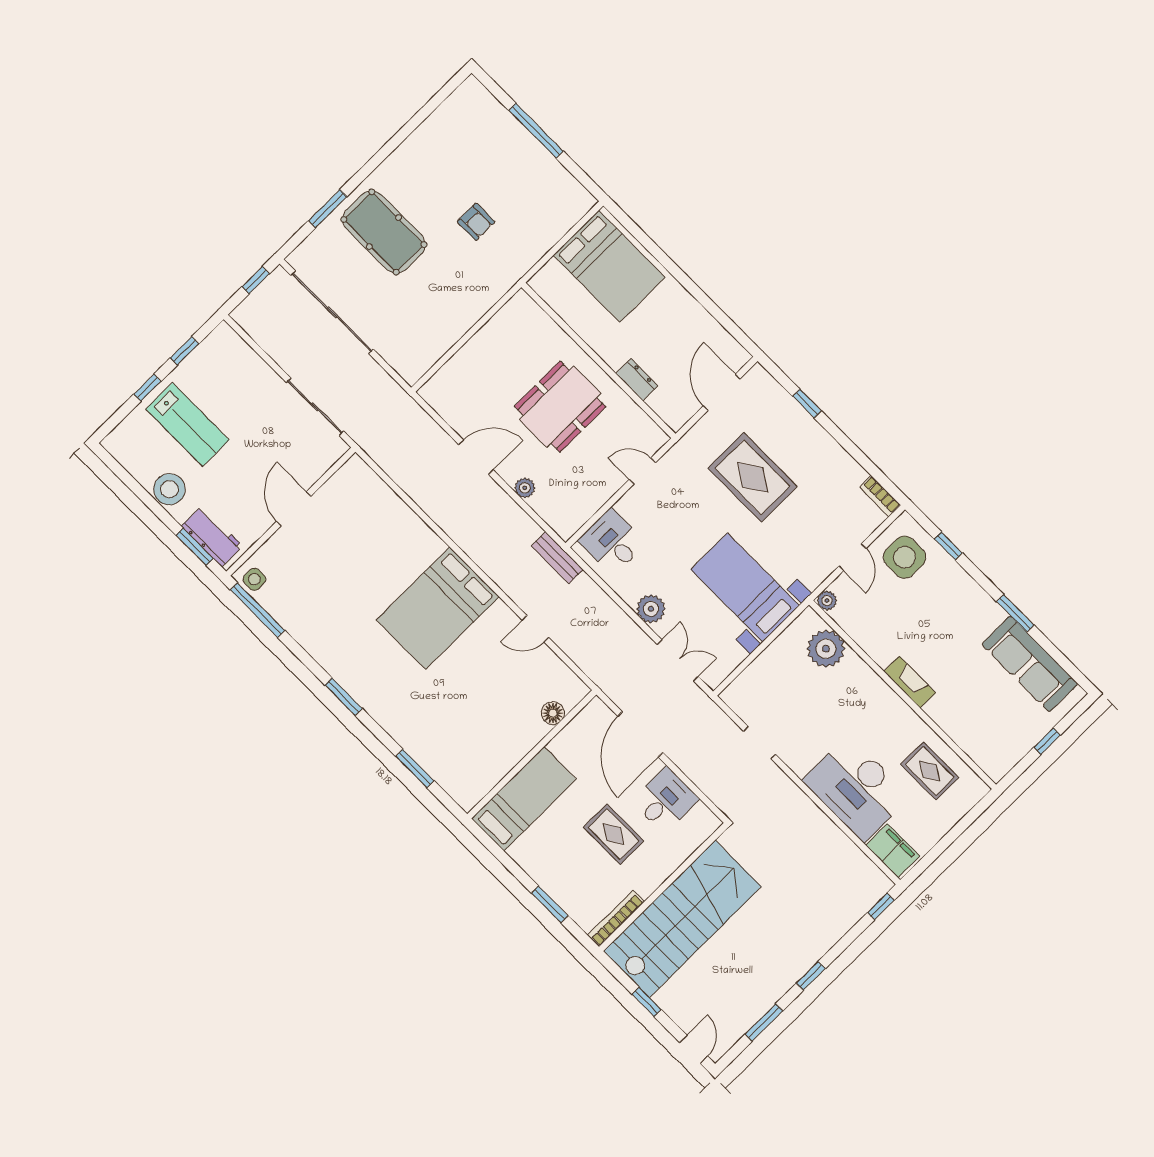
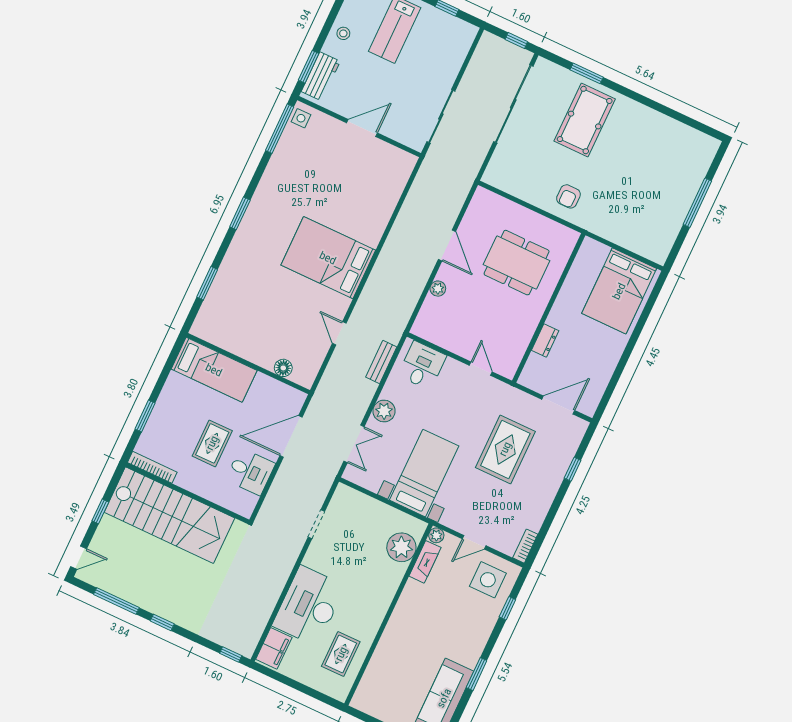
armchair: (476, 222) -> (568, 196), moved
dining table: (560, 407) -> (517, 263), moved
stool: (169, 489) -> (343, 33), width x0.53, depth x0.53
bench: (557, 558) -> (381, 362), moved
fireplace: (910, 682) -> (425, 562), moved
window: (764, 1022) -> (116, 601), width x1.44

